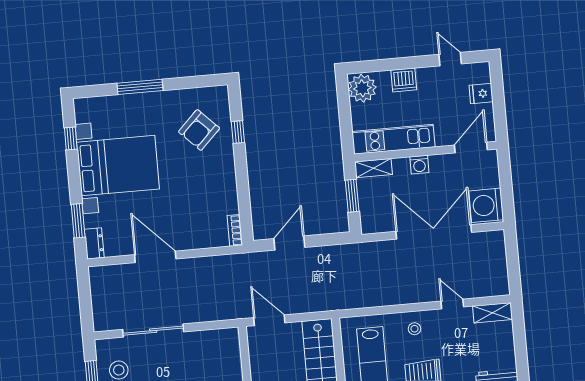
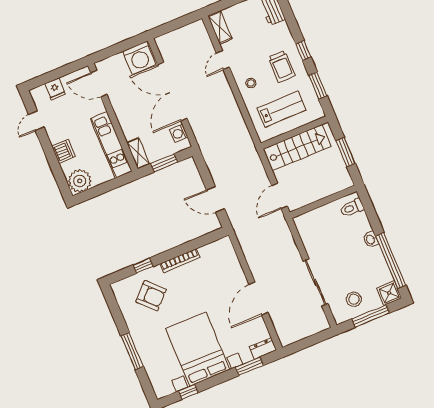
washing machine: (419, 165) -> (179, 133), moved, turned 180
bookcase: (235, 230) -> (180, 260), moved, width x1.56

